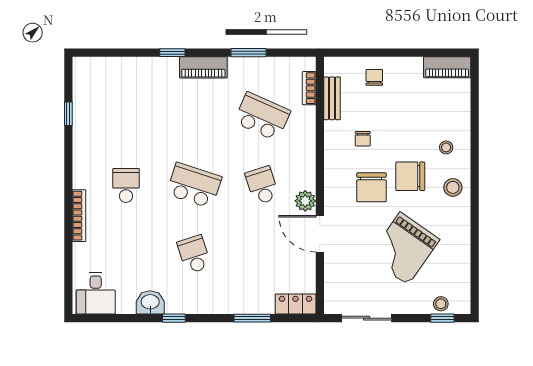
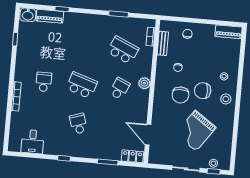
window: (172, 53) -> (62, 9), moved
piano: (203, 67) -> (50, 16), moved
school desk: (262, 185) -> (120, 89), turned 42
plant: (305, 201) -> (144, 83), moved
door: (320, 234) -> (148, 135), moved
desk: (96, 293) -> (33, 142), moved
washbasin: (150, 302) -> (28, 15), moved, turned 180
sliding door: (367, 318) -> (186, 169), moved

